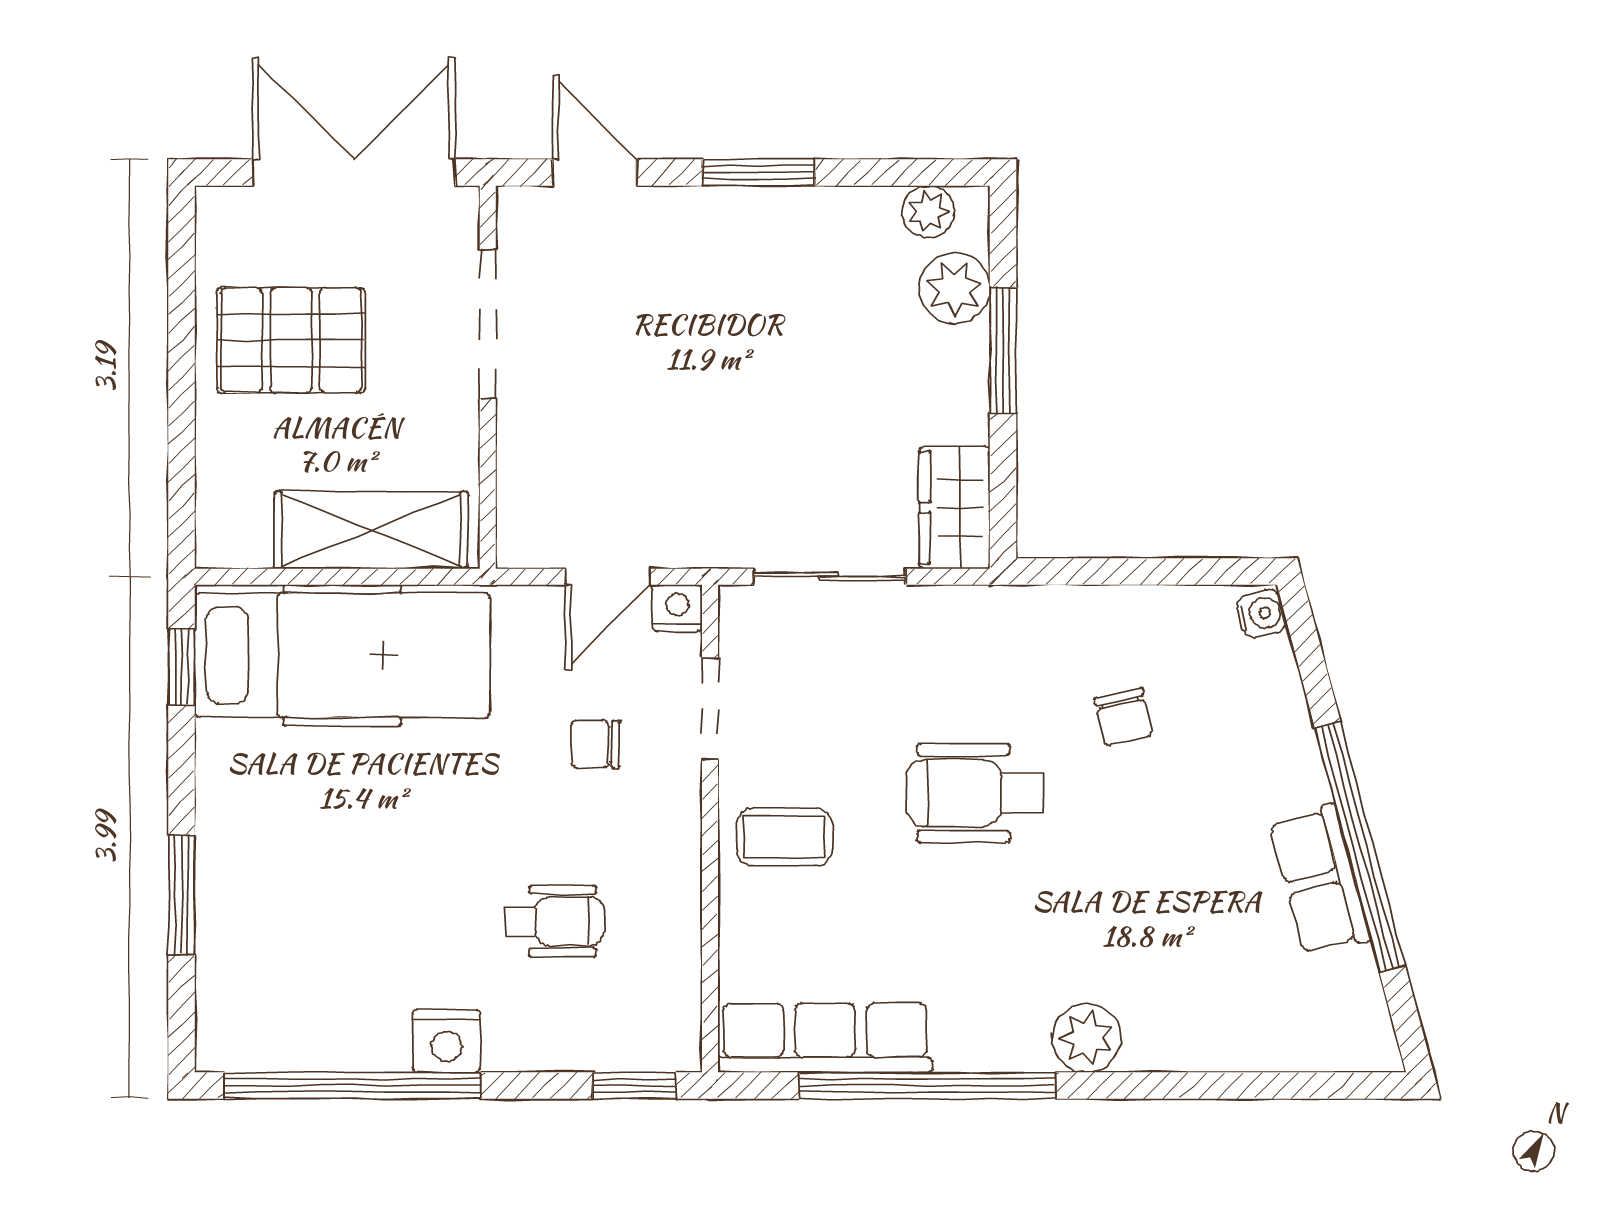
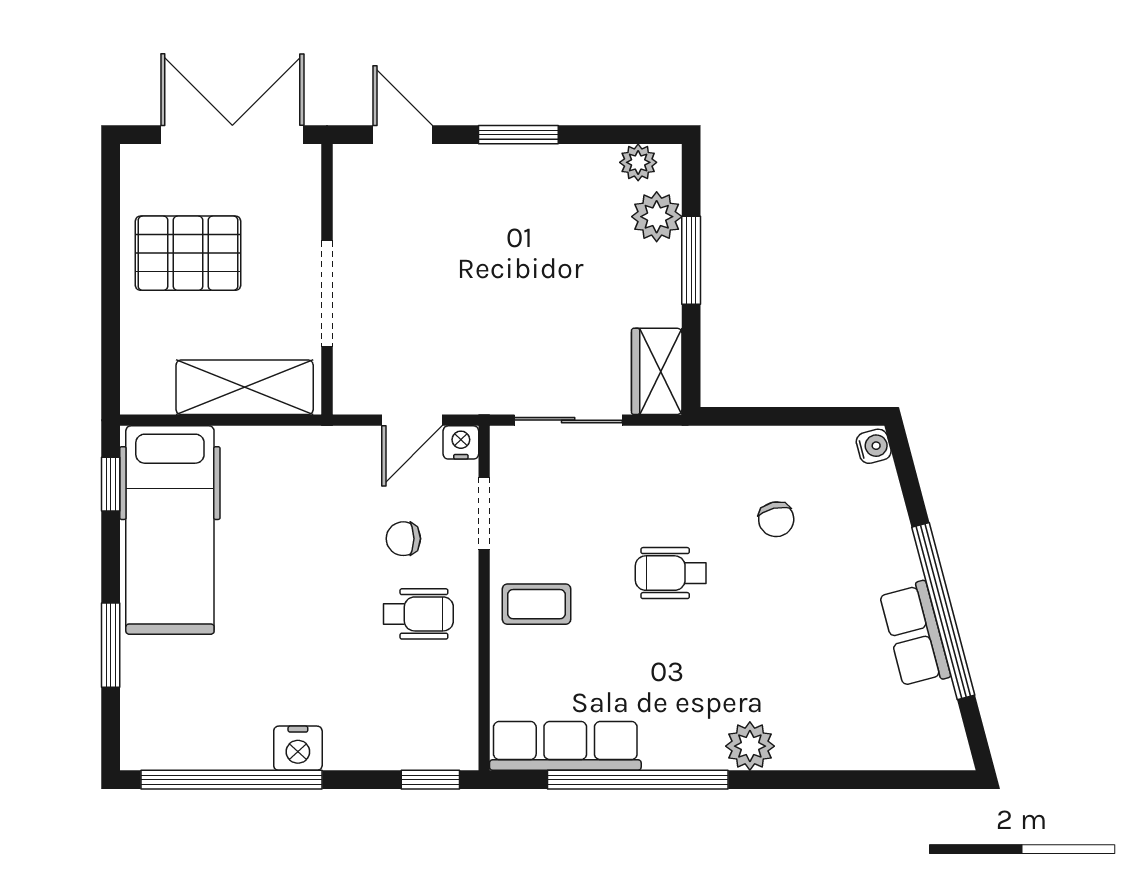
doorway: (488, 324) -> (327, 294), moved
hospital bed: (342, 655) -> (170, 530), moved, turned 90
wheelchair: (974, 793) -> (671, 573), width x0.73, depth x0.73
wheelchair: (555, 921) -> (418, 614), moved

